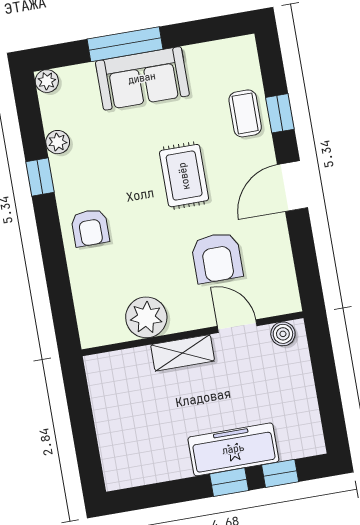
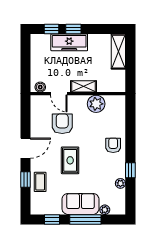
window: (203, 31) -> (52, 219), added
plant: (47, 81) -> (105, 210), moved
shelving: (115, 448) -> (118, 52), added

